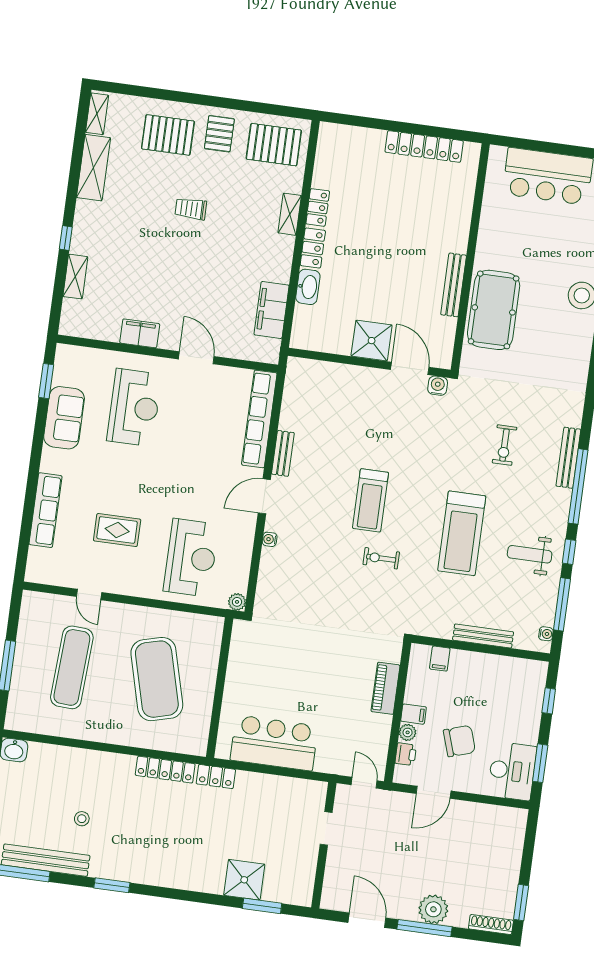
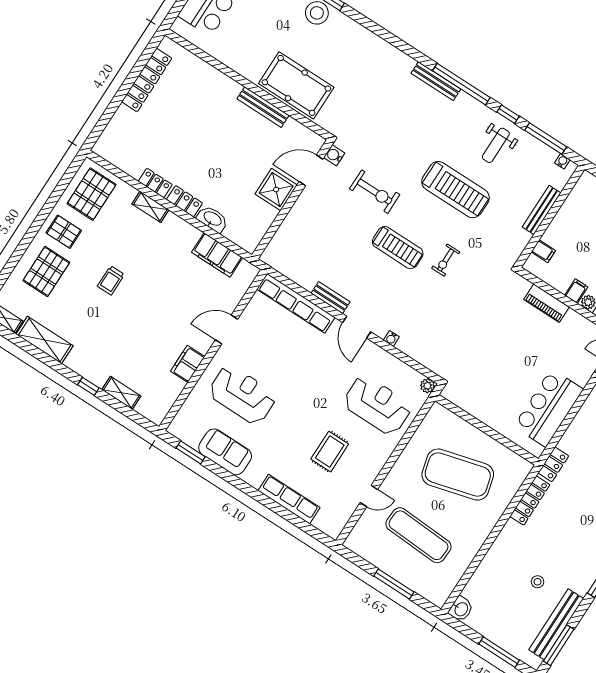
exercise bike: (504, 445) -> (375, 192), moved, width x1.38, depth x1.39

